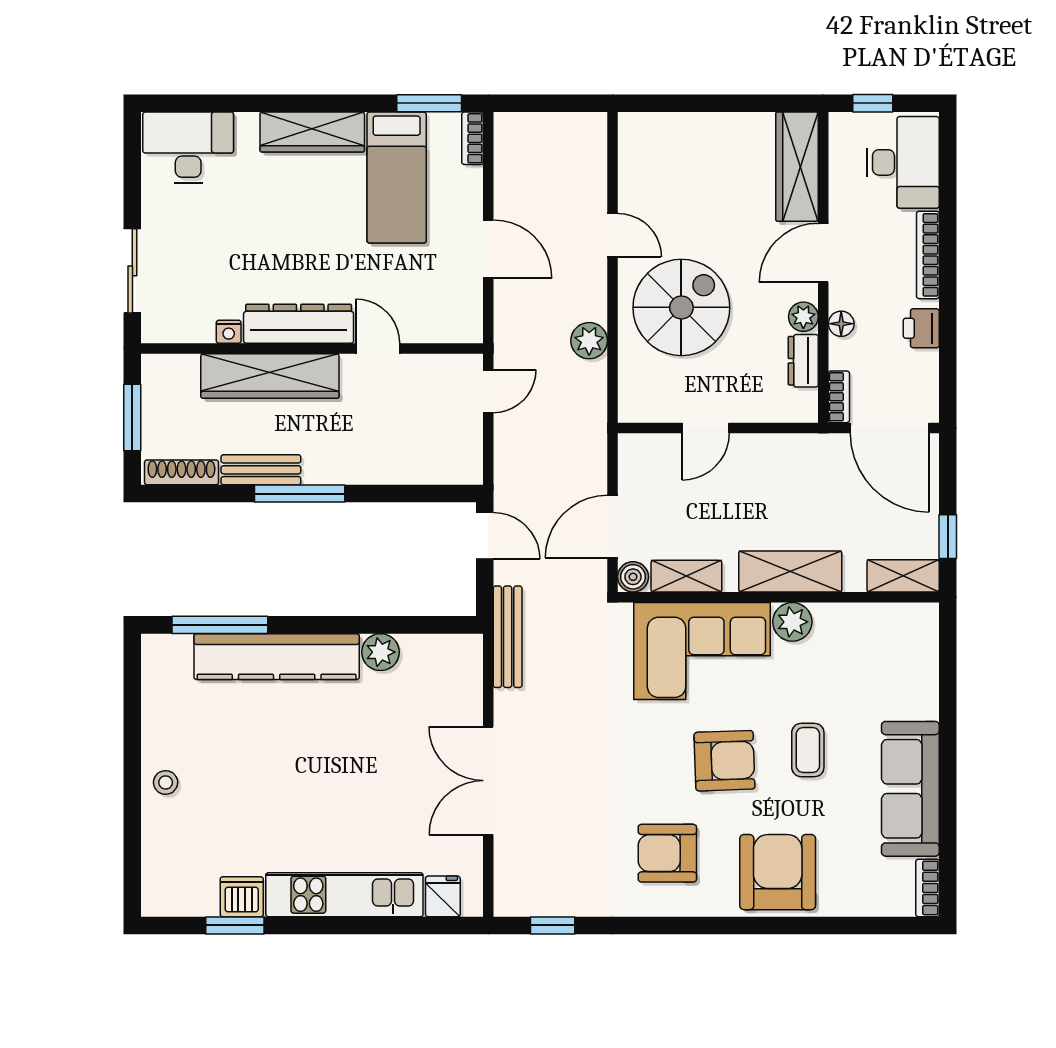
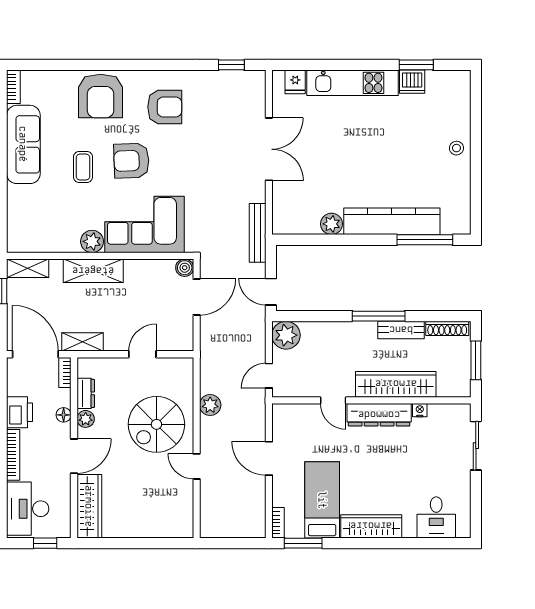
desk: (188, 147) -> (436, 517), width x0.73
printer: (921, 328) -> (20, 412), width x1.36, depth x1.24
plant: (459, 461) -> (286, 335), added
shelving: (686, 576) -> (83, 342), moved

